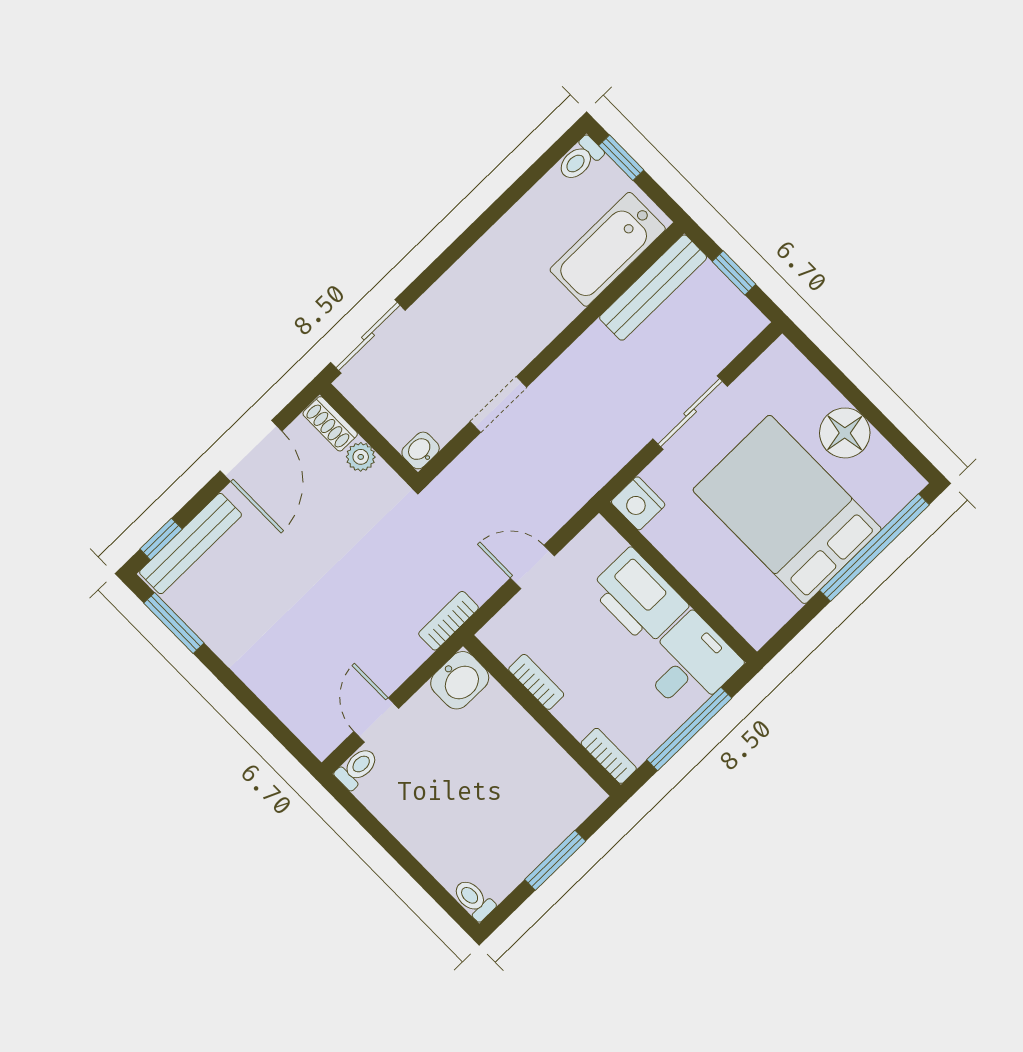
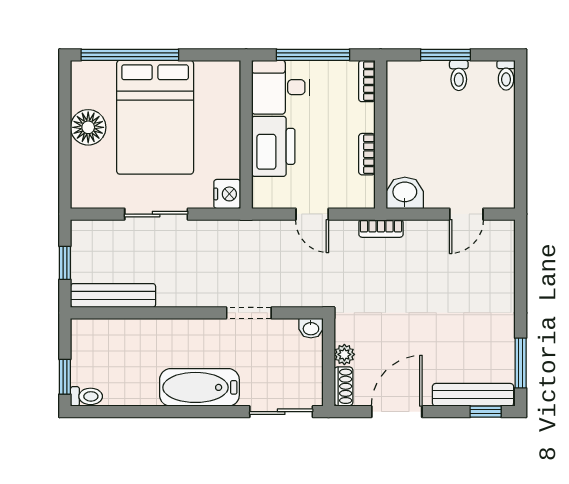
bathtub: (608, 249) -> (199, 387), moved, turned 180
toilet: (357, 768) -> (459, 75), moved, turned -90

